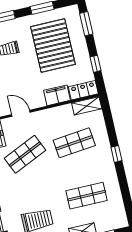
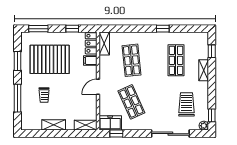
filing cabinet: (57, 95) -> (90, 60), width x0.50
door: (21, 113) -> (98, 87), moved
window: (116, 154) -> (163, 29), moved

